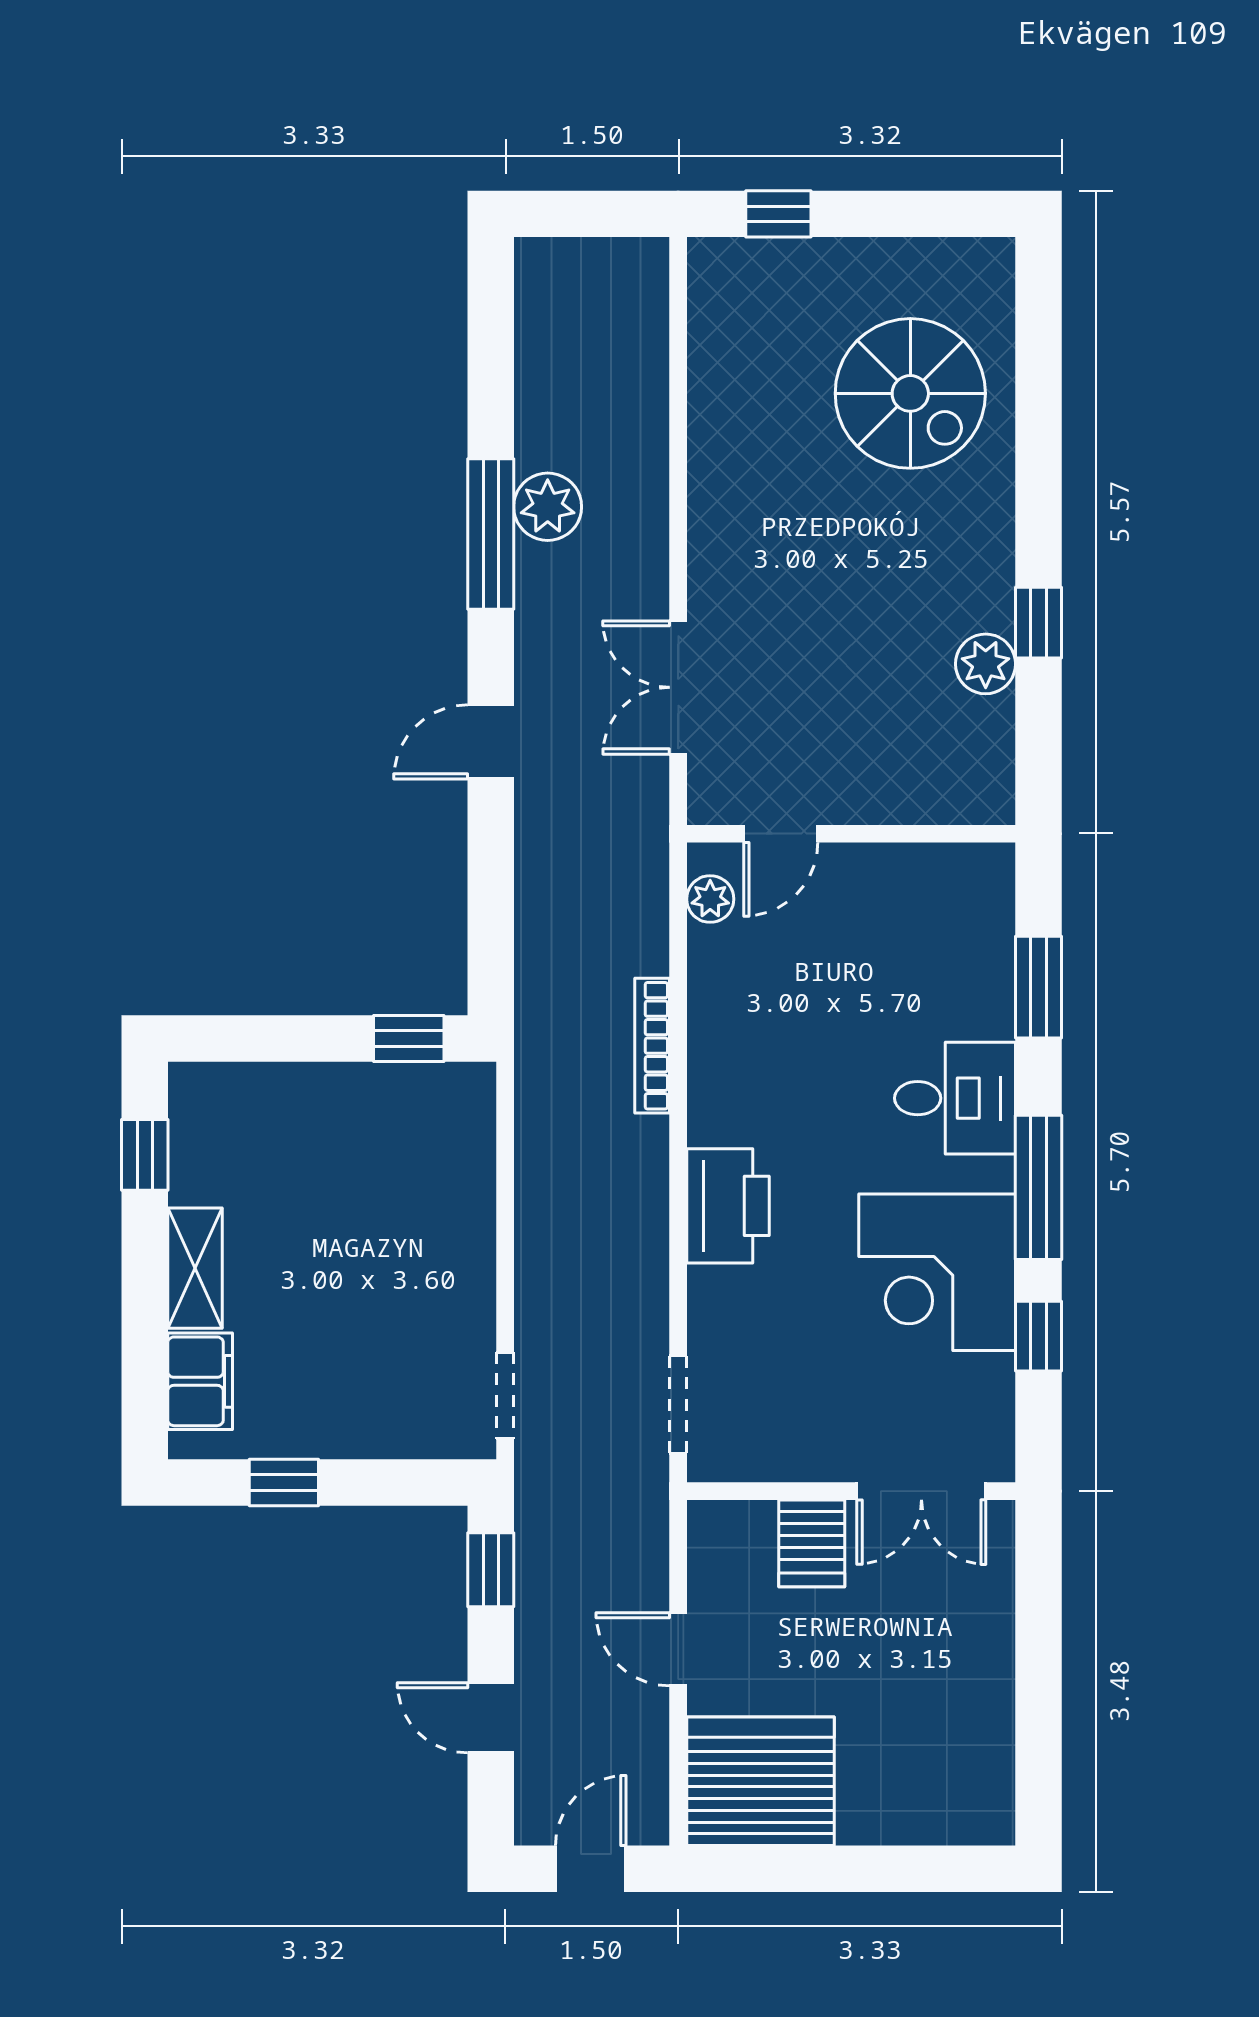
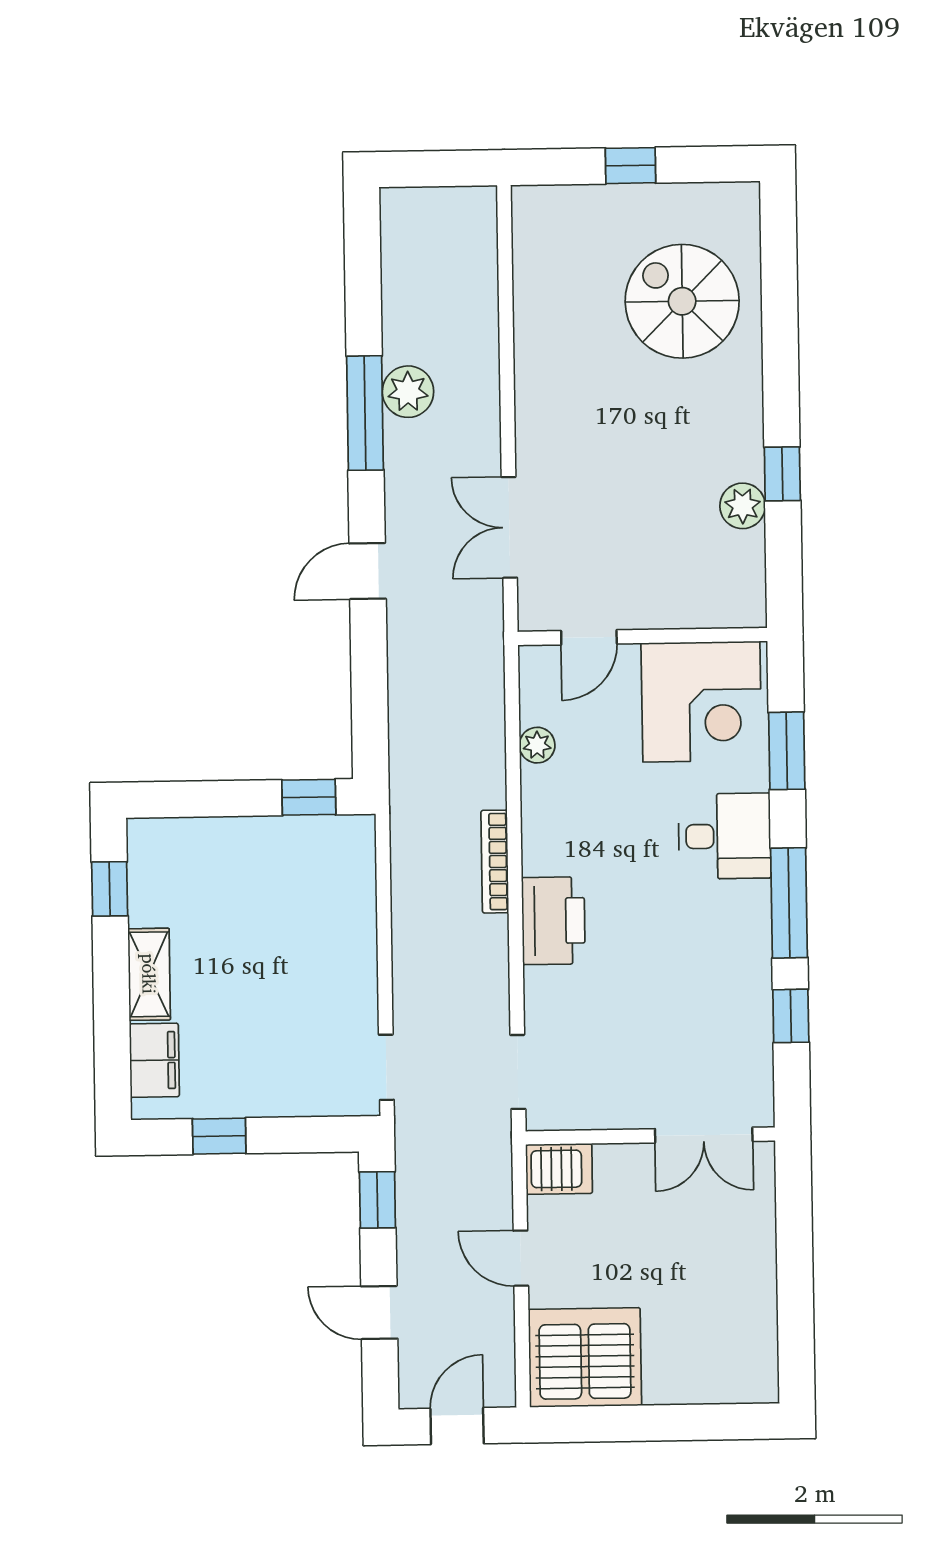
window: (778, 214) -> (631, 166), moved
spiral stairs: (910, 393) -> (682, 301), turned 180
plant: (710, 899) -> (537, 745), moved
bookcase: (652, 1046) -> (495, 862), moved
corner desk: (937, 1272) -> (701, 702), moved, turned -90
server rack: (812, 1543) -> (559, 1169), moved, turned -90

